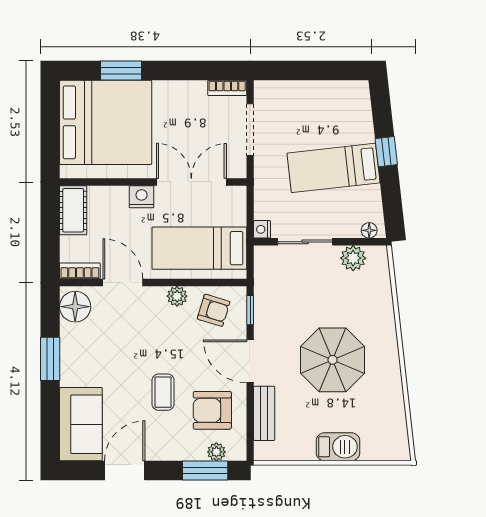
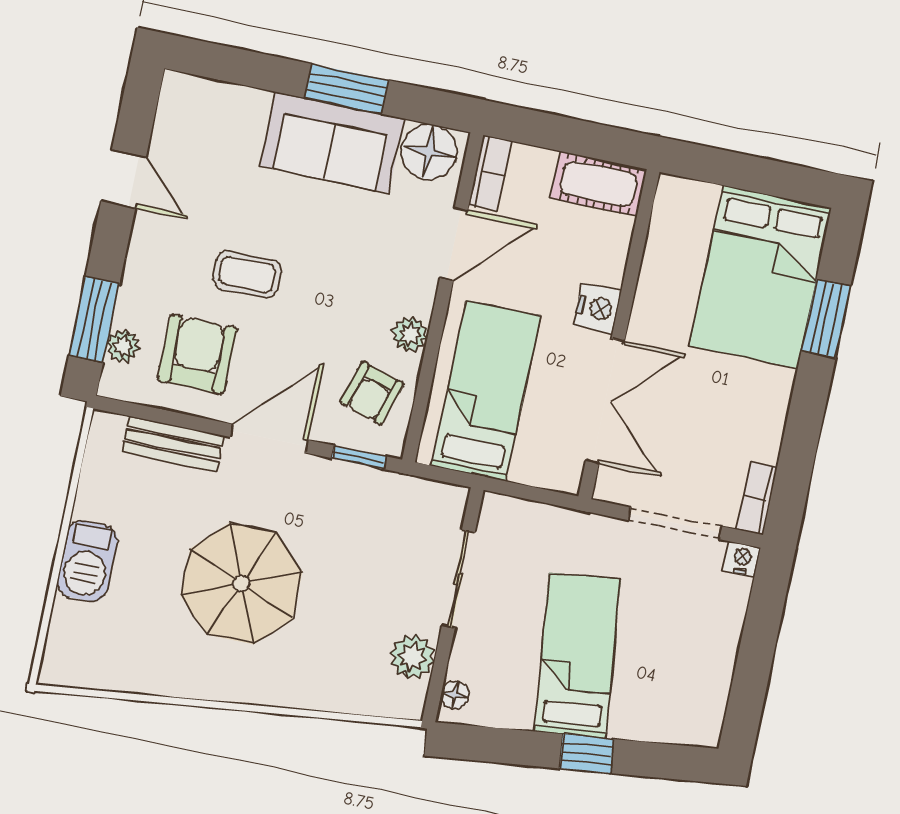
bed: (106, 122) -> (760, 277), width x0.73
nightstand: (262, 229) -> (742, 559), moved
sofa: (81, 424) -> (332, 142), moved
door: (125, 471) -> (124, 179), width x0.73

